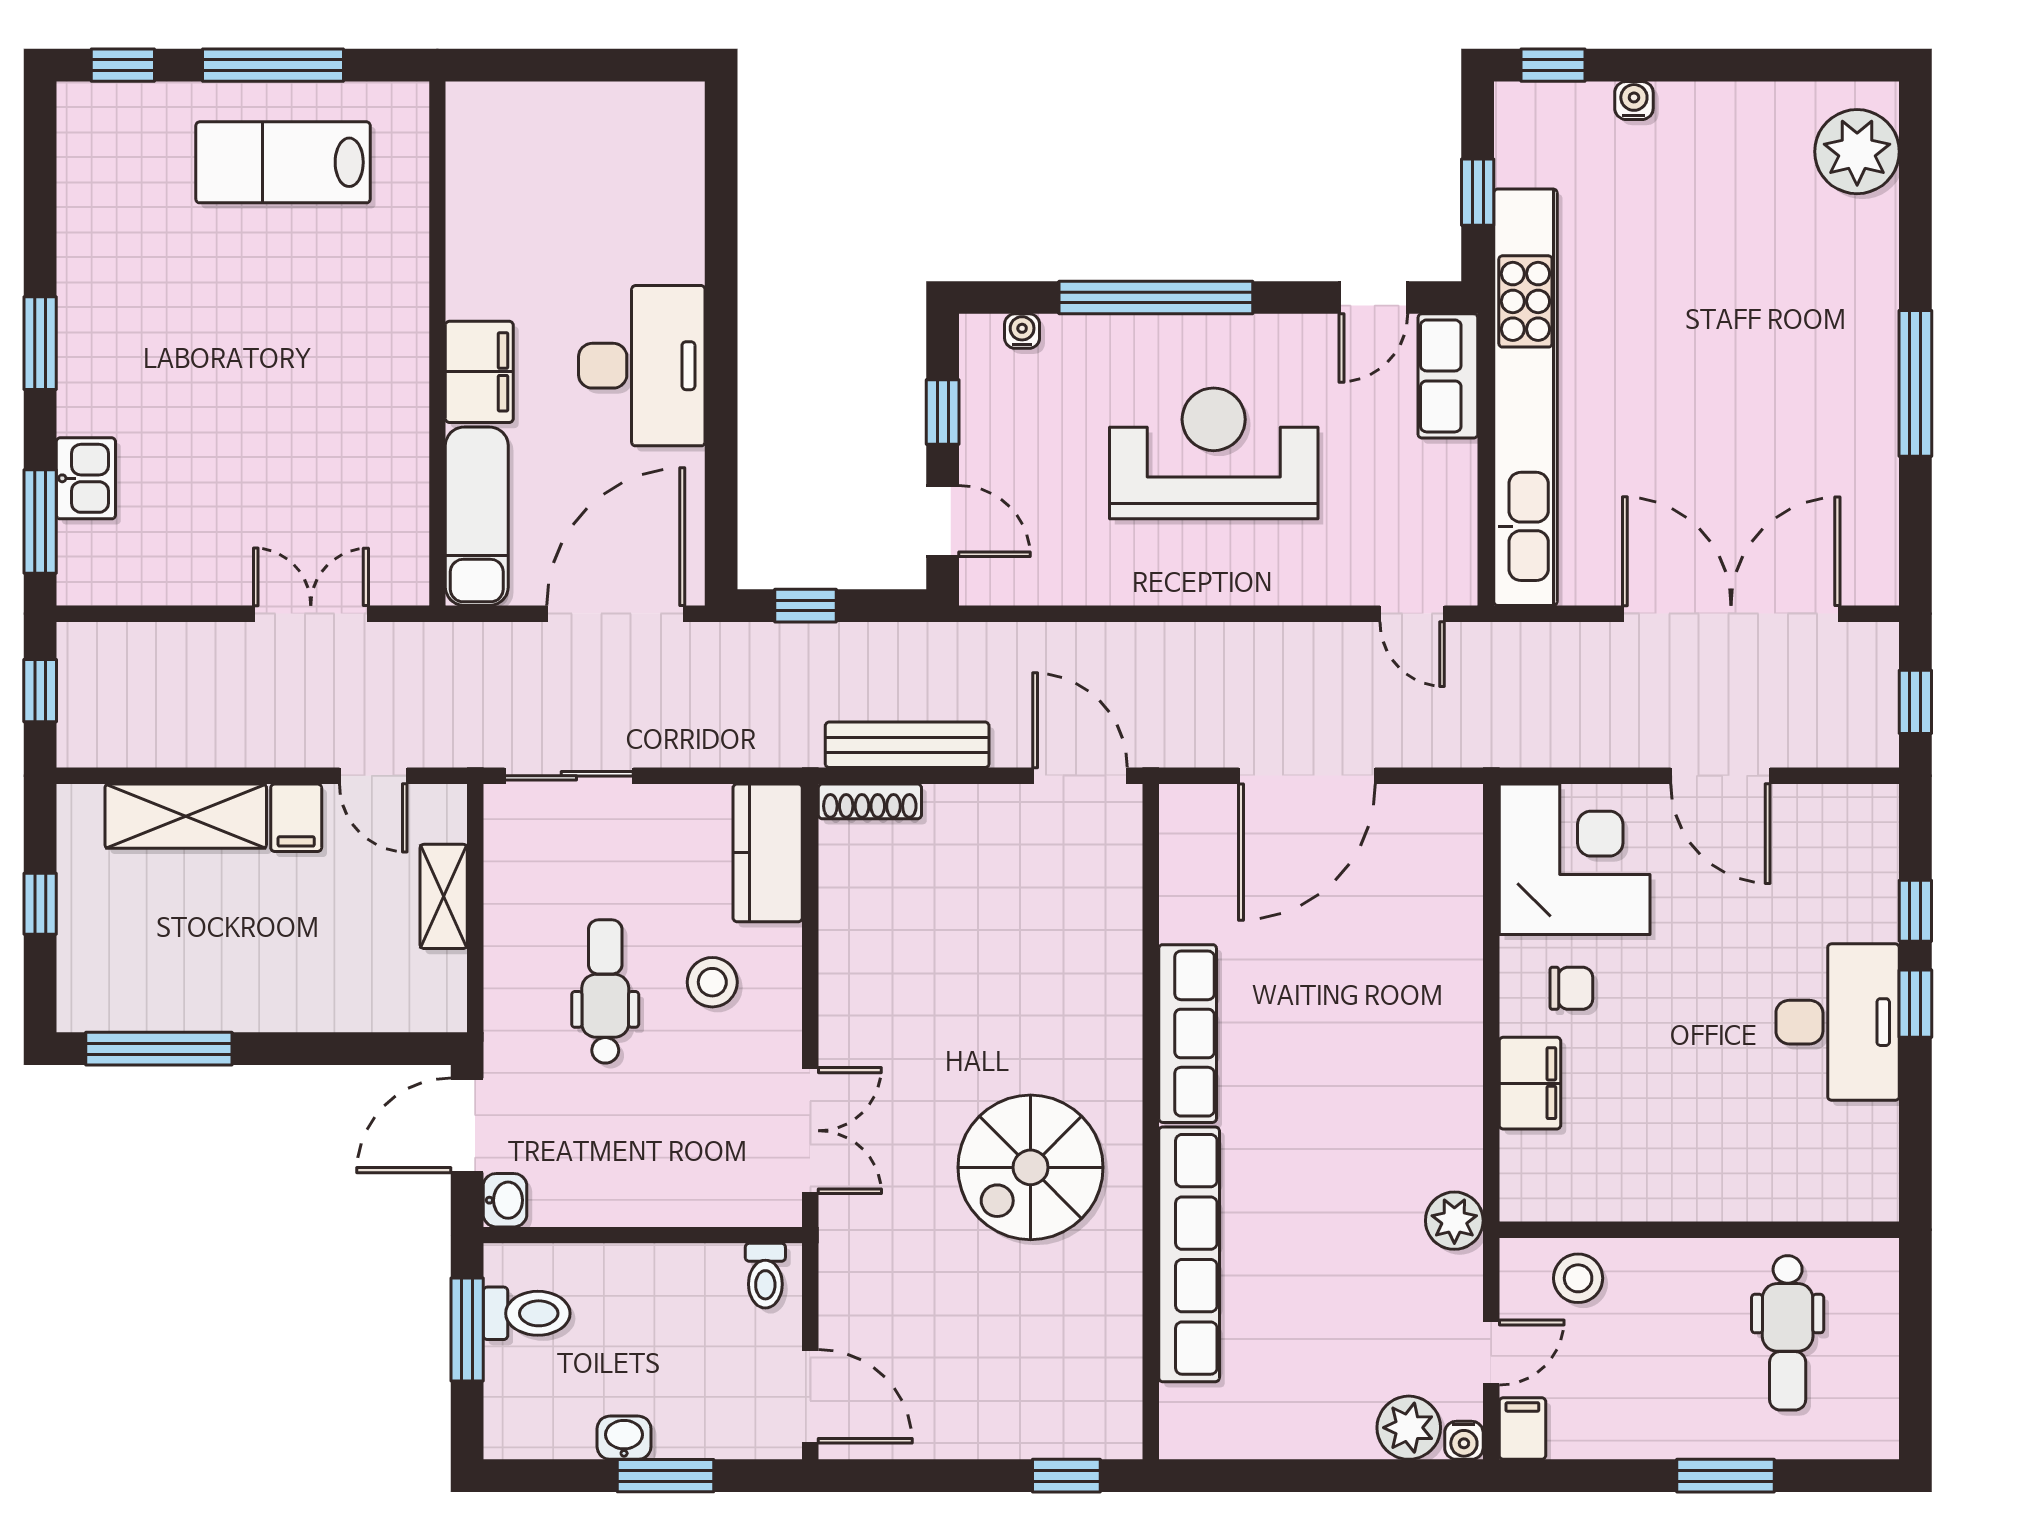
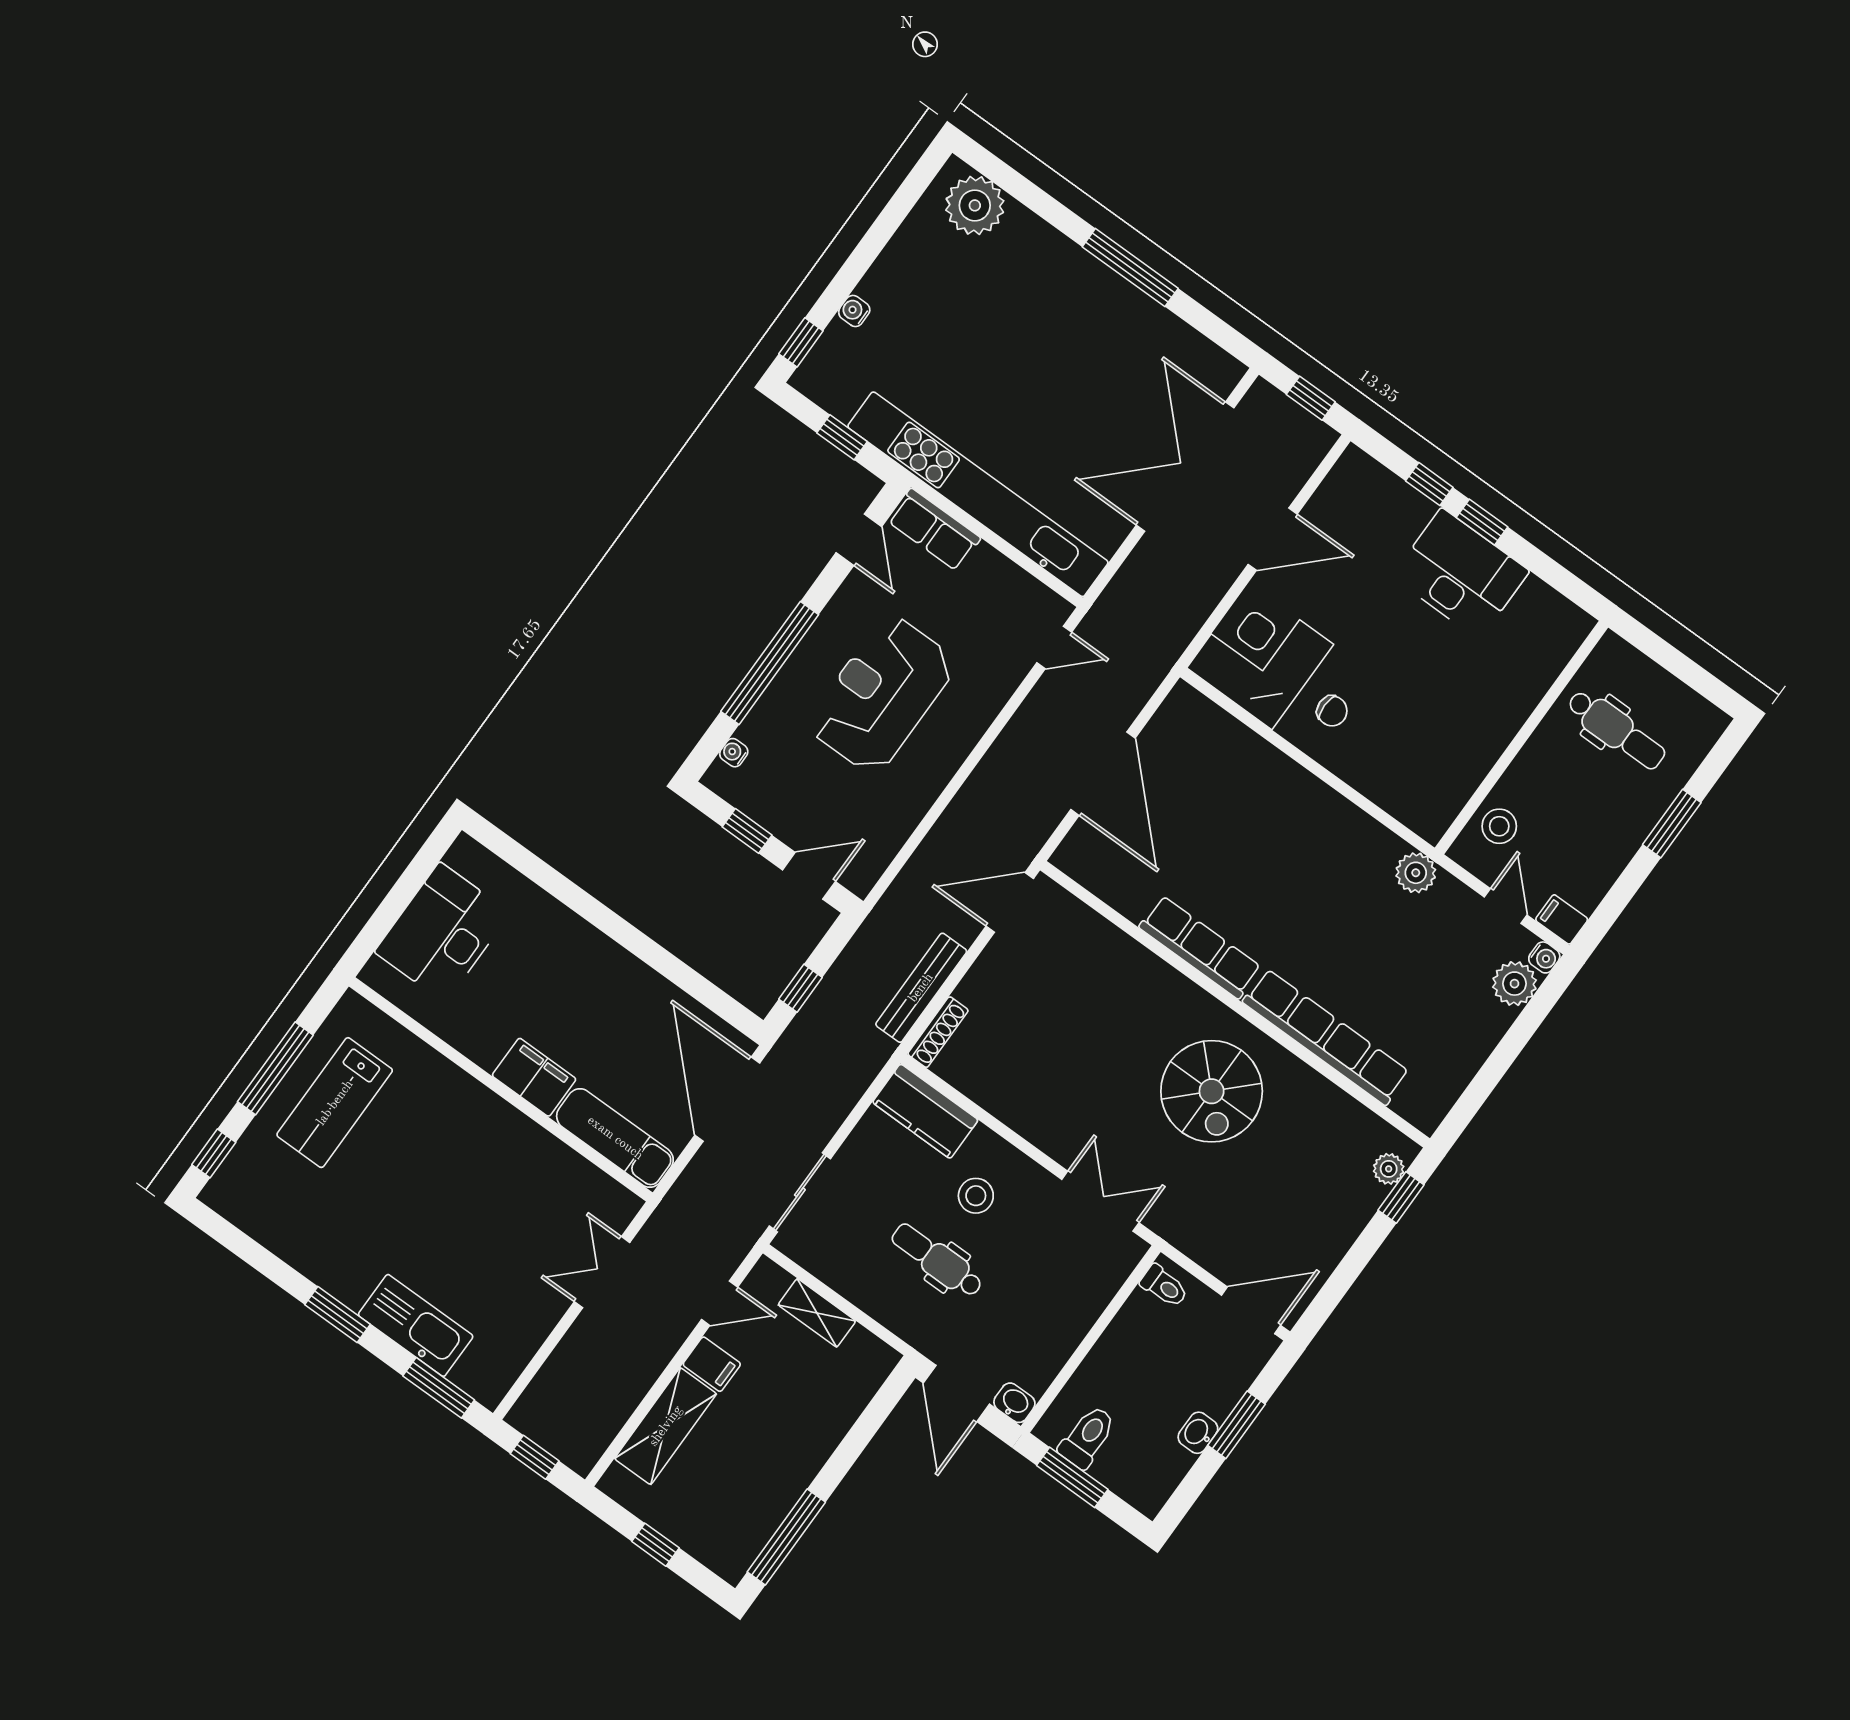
desk: (642, 366) -> (442, 932), moved, turned -90
kitchen sink: (86, 478) -> (416, 1325), width x1.88, depth x1.24
chair: (1571, 988) -> (1332, 711), turned 90
filing cabinet: (1530, 1083) -> (1369, 773), removed
plant: (1089, 1437) -> (1389, 1169), added

